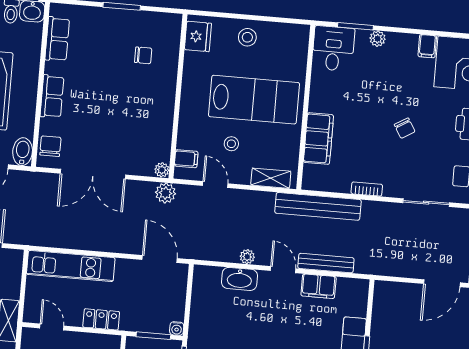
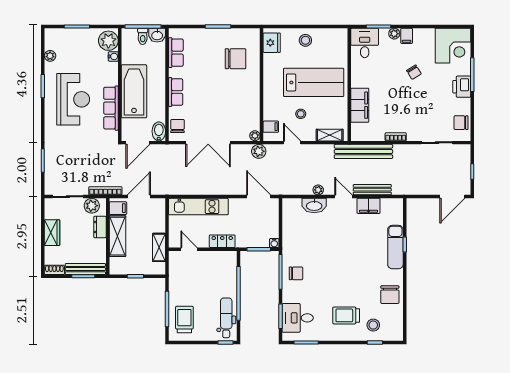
filing cabinet: (427, 46) -> (407, 36), moved
chair: (143, 55) -> (235, 59), width x1.87, depth x1.87
chair: (405, 128) -> (414, 72), moved

